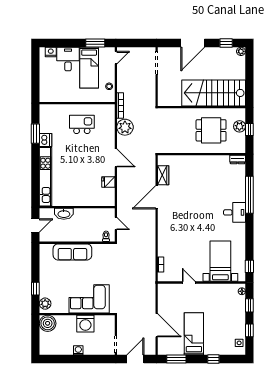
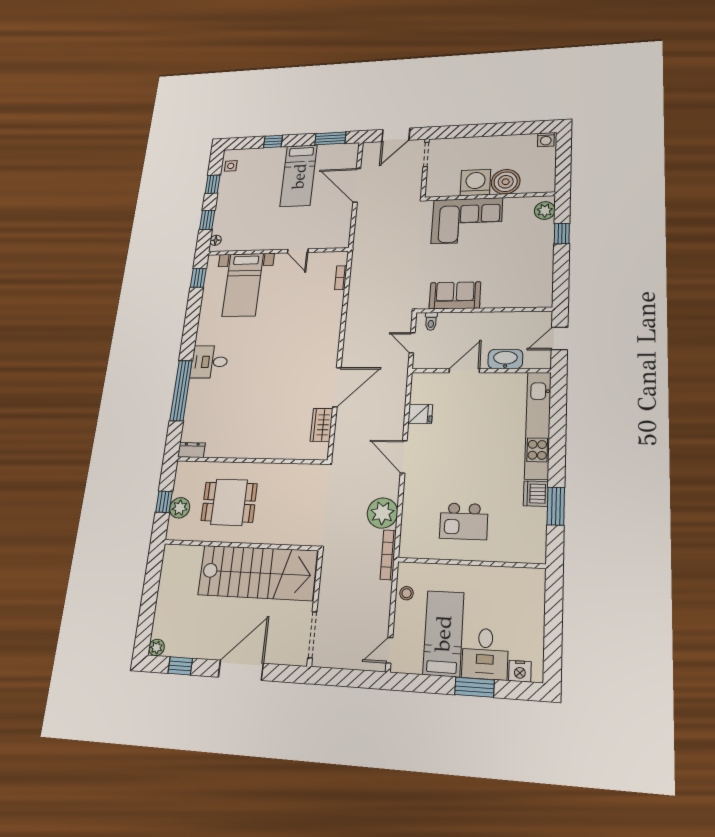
window: (95, 43) -> (474, 687), moved
stairs: (214, 93) -> (257, 573), moved
door: (86, 207) -> (464, 371), added
sofa: (72, 252) -> (455, 295), moved, width x0.73
boiler: (48, 323) -> (506, 182), moved
washing machine: (78, 350) -> (546, 140), moved

